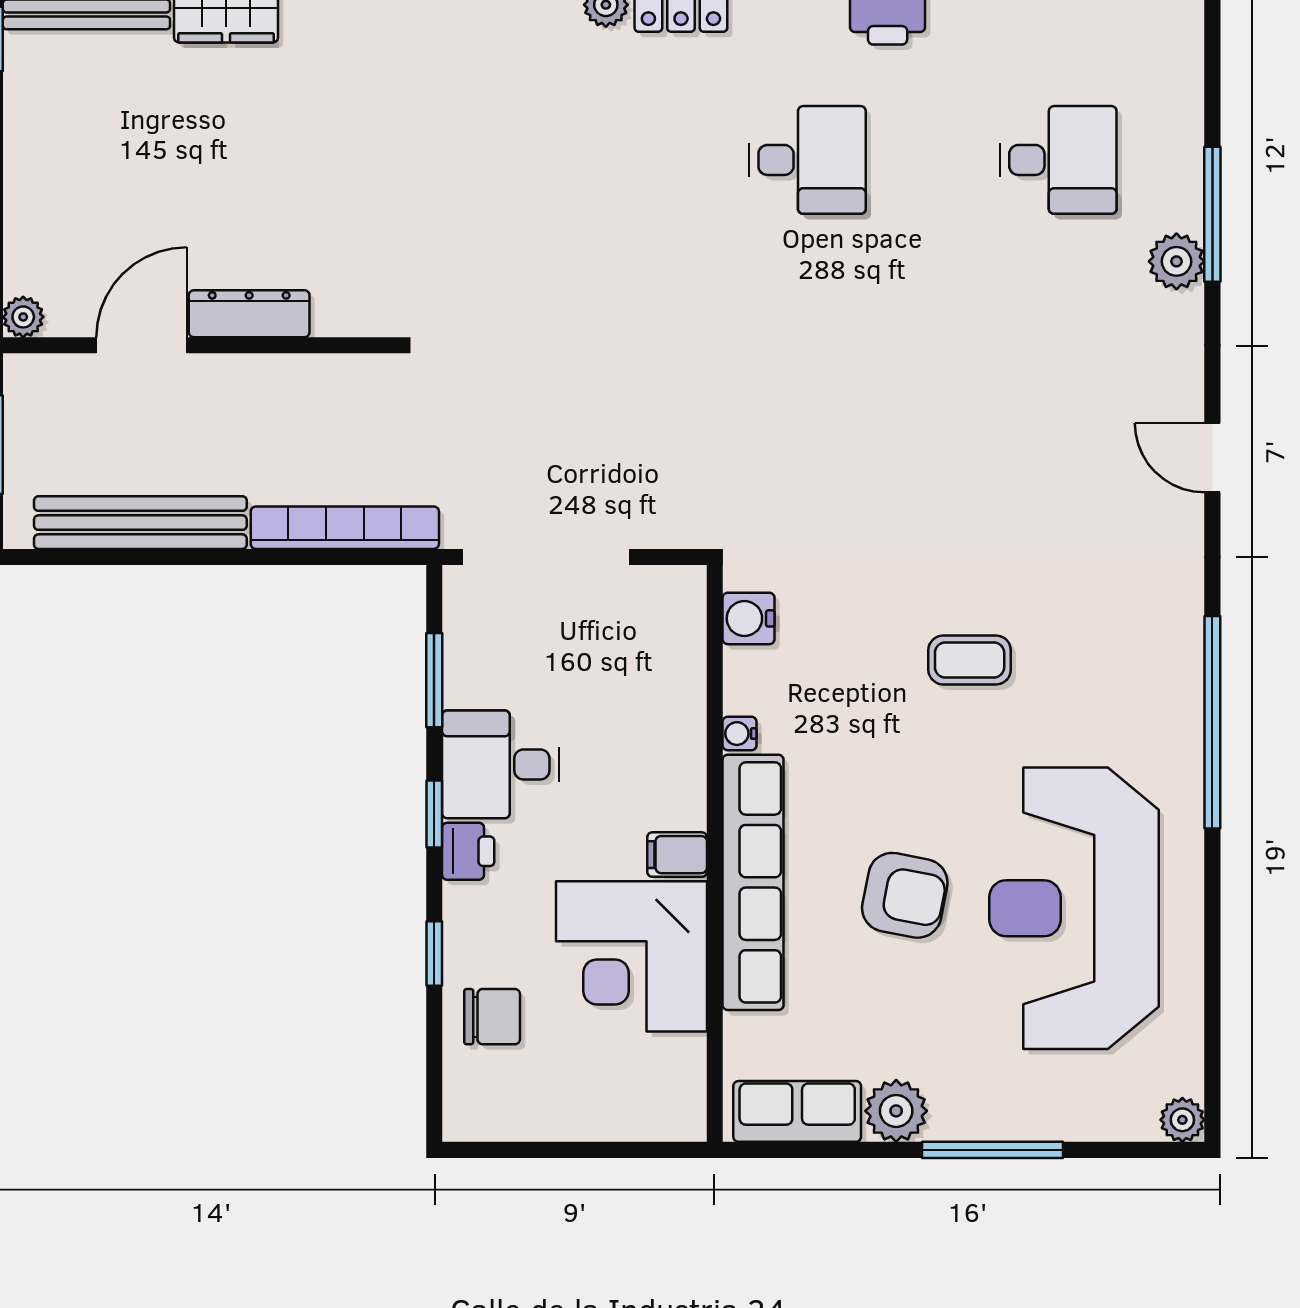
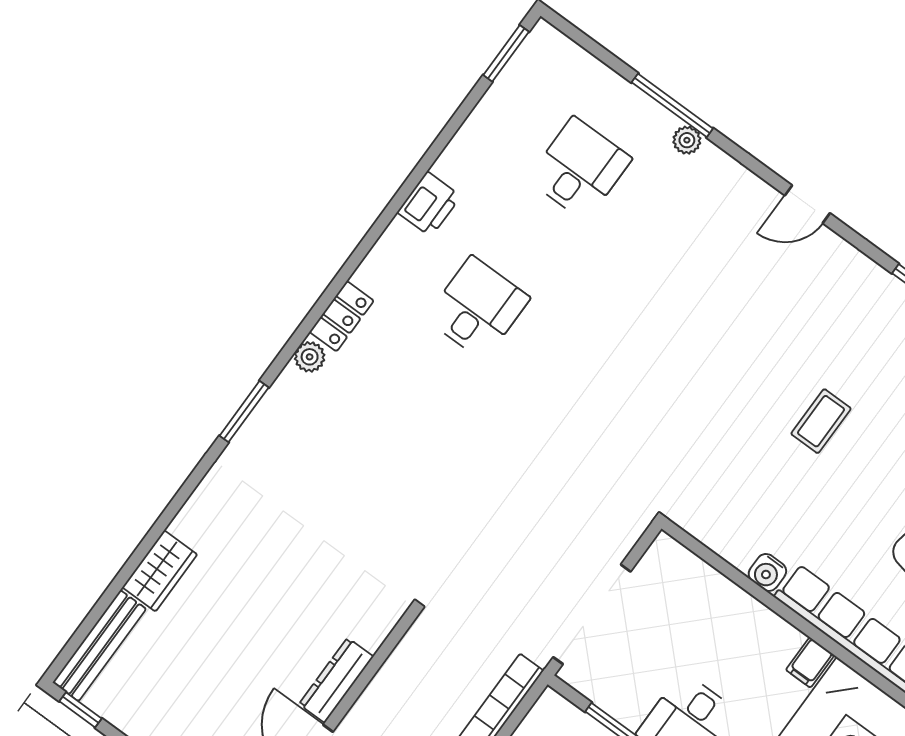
plant: (1176, 261) -> (687, 140), width x0.73, depth x0.73
water cooler: (749, 618) -> (708, 527), removed
water cooler: (740, 734) -> (767, 572), width x1.38, depth x1.38

